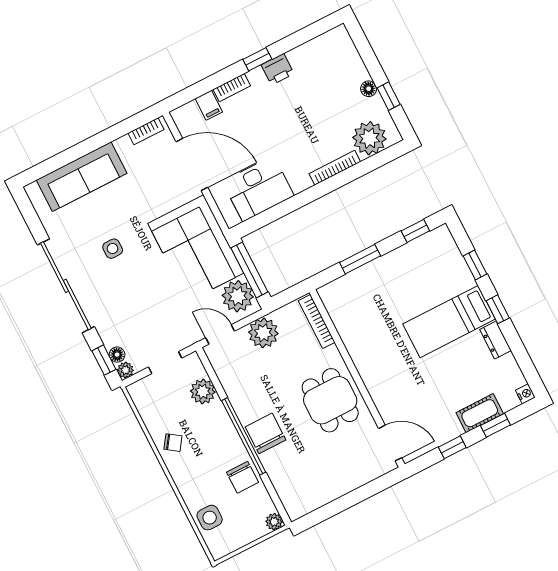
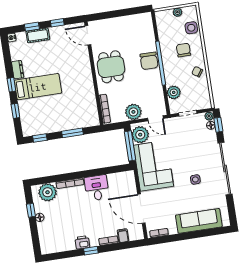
desk: (258, 189) -> (97, 188), moved, width x0.73
chair: (242, 477) -> (183, 50), moved
plant: (274, 522) -> (177, 12), moved

